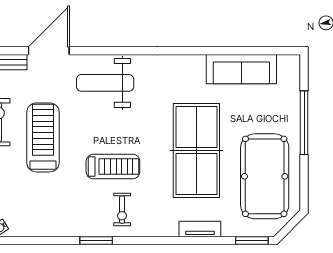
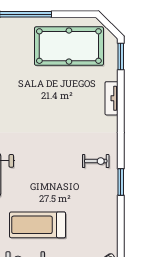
table tennis table: (196, 150) -> (48, 101), removed
treadmill: (113, 167) -> (61, 168), removed

